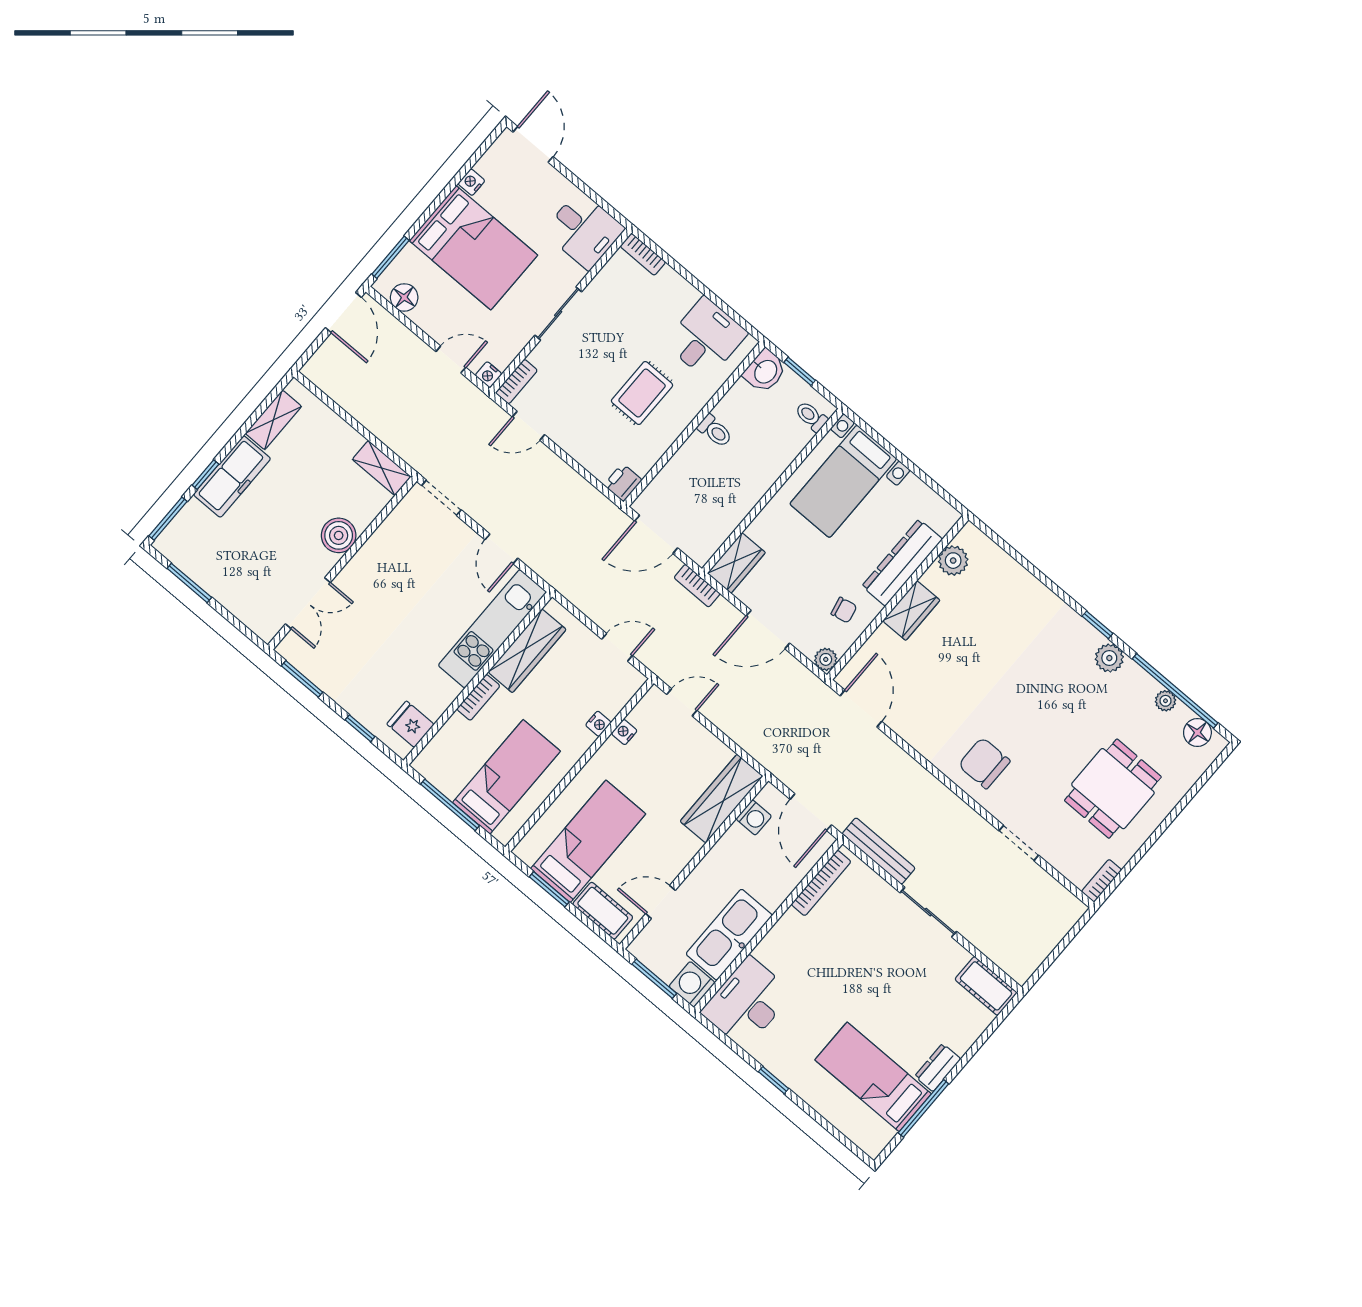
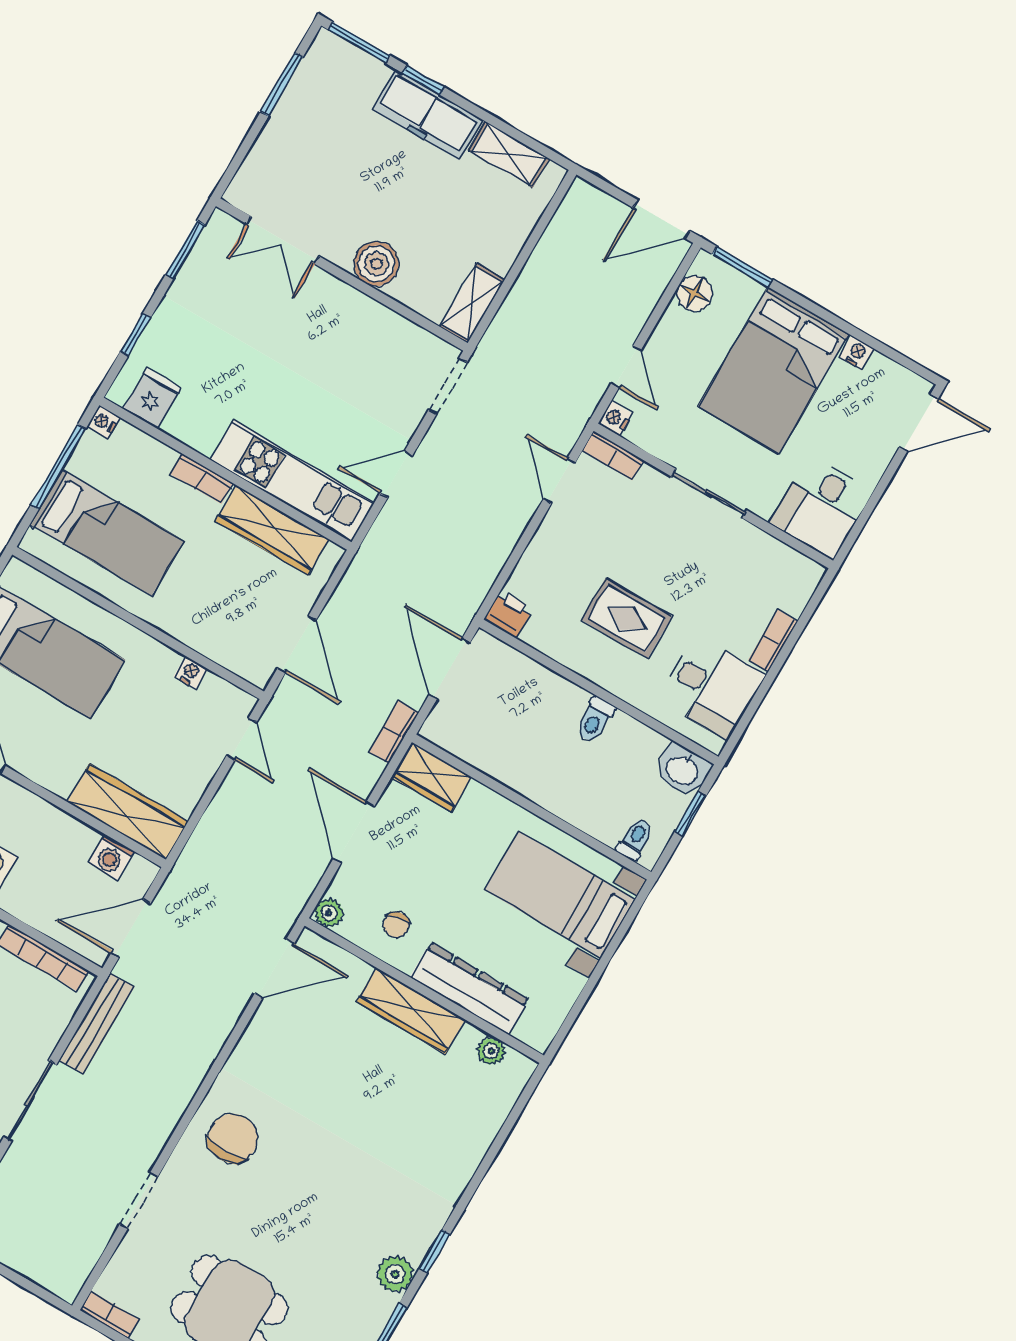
bookcase: (643, 254) -> (773, 641), moved
plant: (953, 561) -> (491, 1051), width x0.73, depth x0.73
wardrobe: (911, 610) -> (411, 1011), width x1.50
door: (617, 647) -> (297, 644), width x1.37
nightstand: (598, 724) -> (103, 422), moved, turned 90

